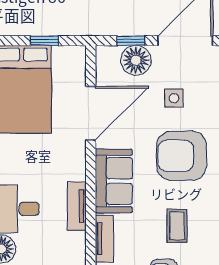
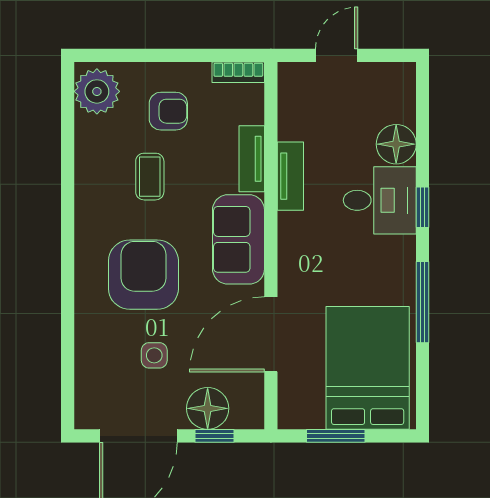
window: (44, 41) -> (336, 436), width x1.50
armchair: (182, 156) -> (143, 275), turned -90
tv unit: (77, 206) -> (290, 176), moved

